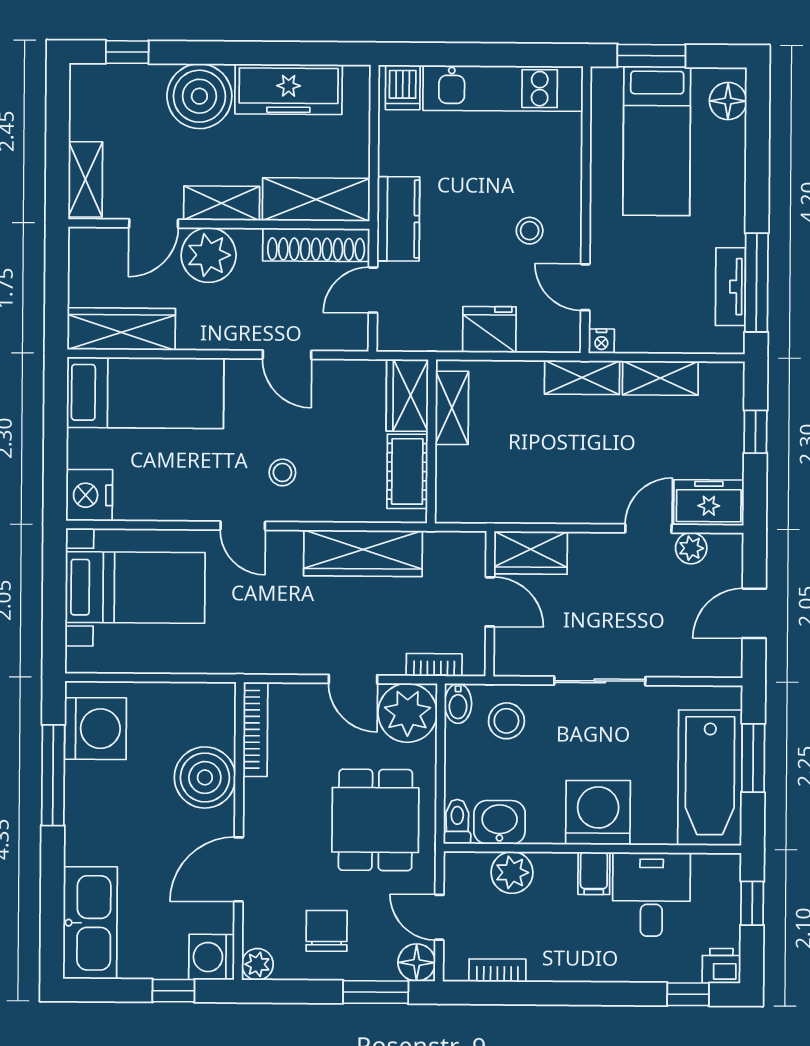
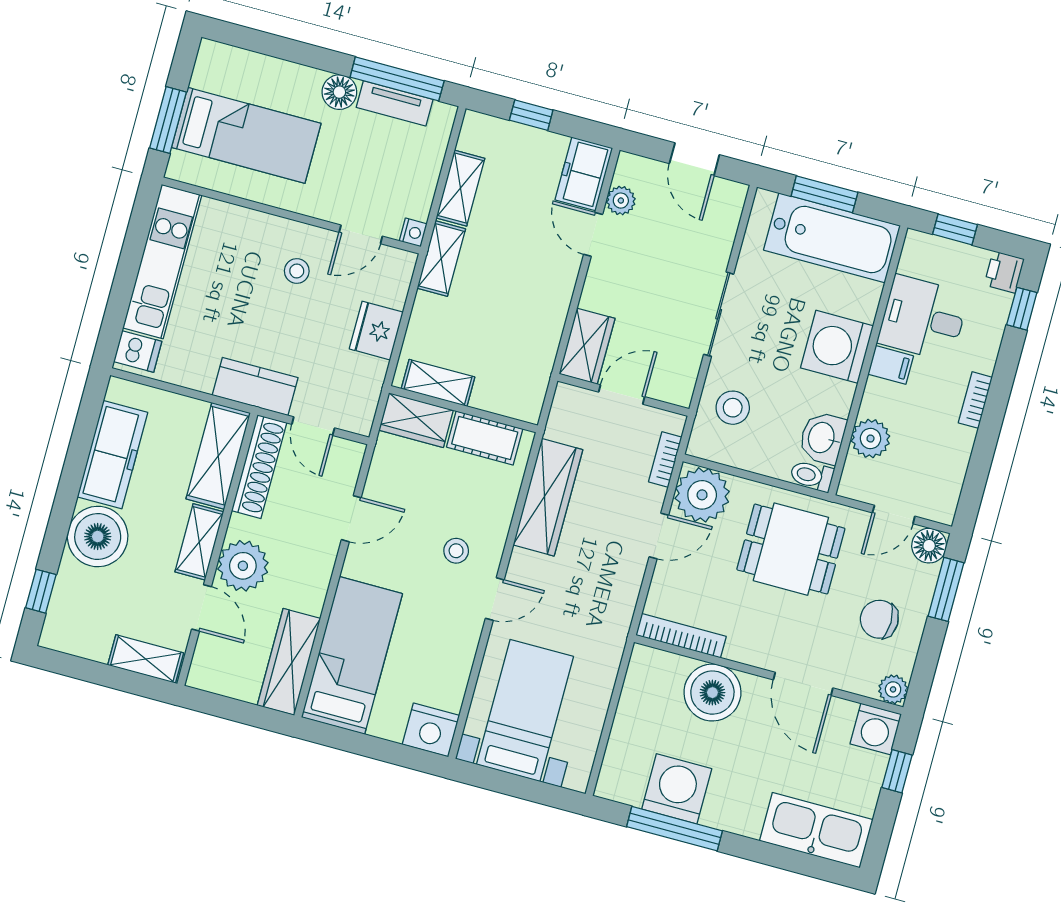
floor lamp: (728, 101) -> (339, 92), moved
bidet: (458, 703) -> (706, 447), removed
washing machine: (95, 729) -> (677, 789), moved
bookcase: (497, 970) -> (975, 400), moved

